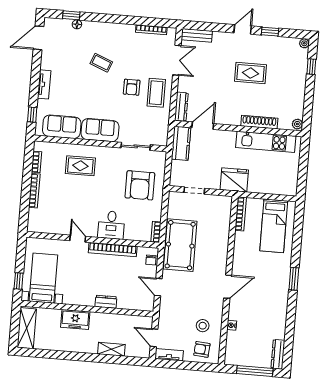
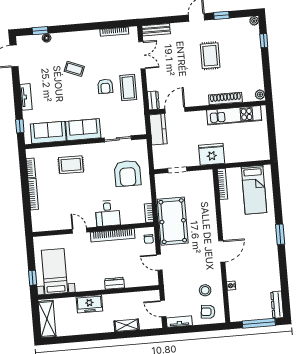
rug: (250, 73) -> (210, 56), turned 90
dresser: (181, 107) -> (153, 100), width x0.70

